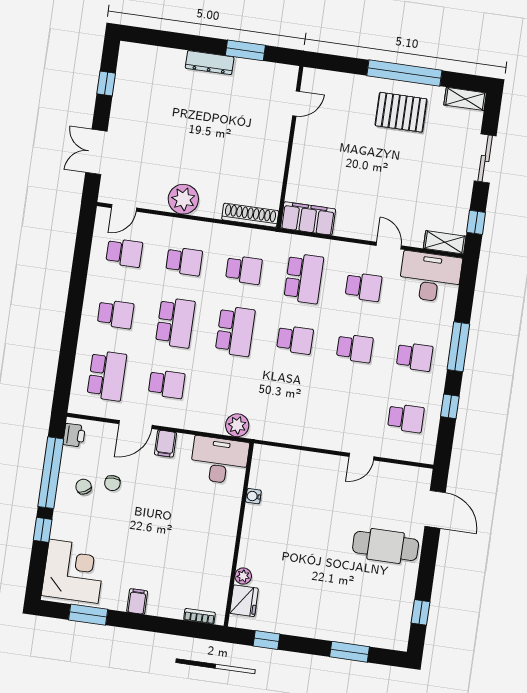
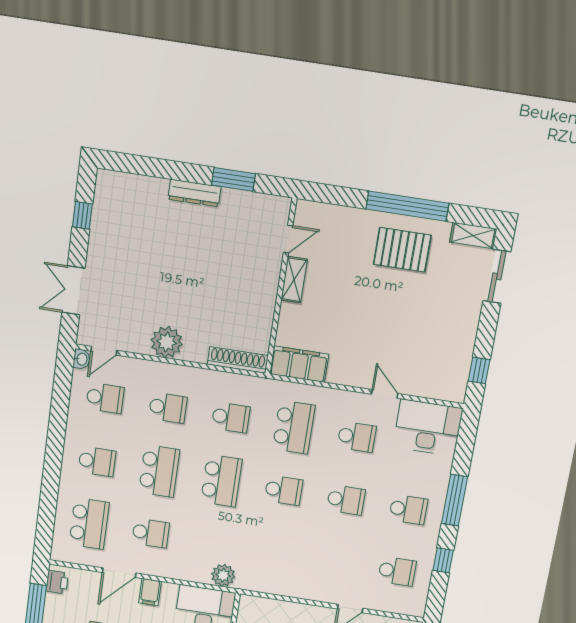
sliding door: (485, 158) -> (497, 276), moved
washbasin: (103, 216) -> (82, 359), added
shelving: (445, 242) -> (294, 280), moved, turned 90

